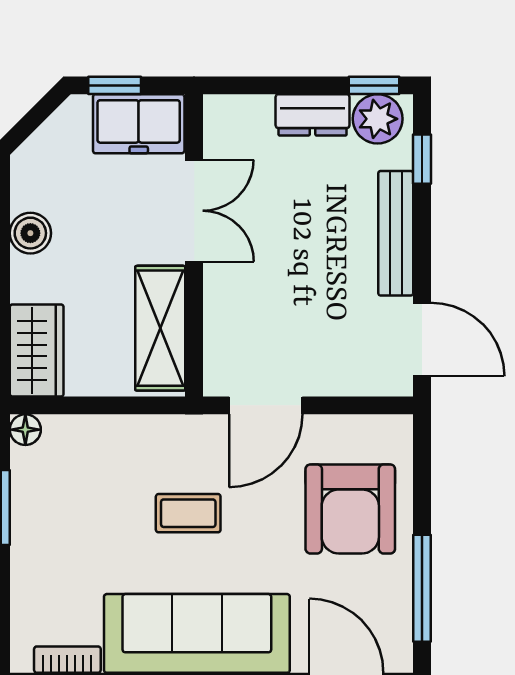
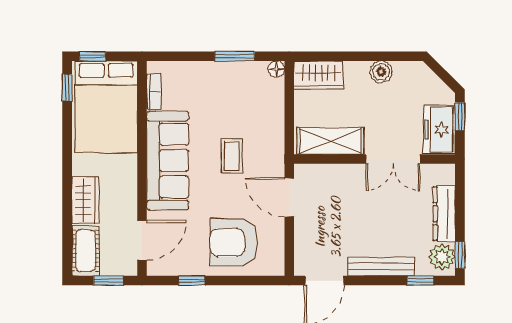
dresser: (313, 115) -> (444, 214), width x1.44
window: (422, 588) -> (192, 281), width x0.46

